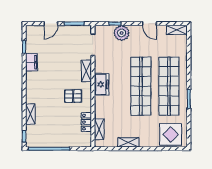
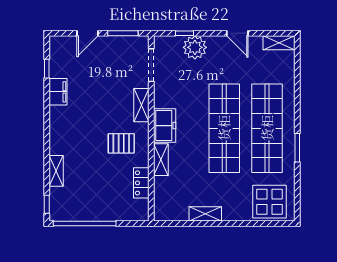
shelving: (99, 129) -> (161, 160), moved

